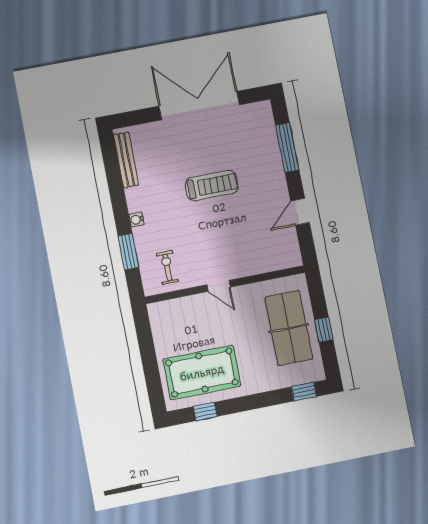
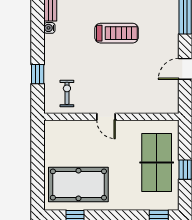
water cooler: (137, 219) -> (49, 28), moved
window: (128, 252) -> (38, 74), width x0.67

